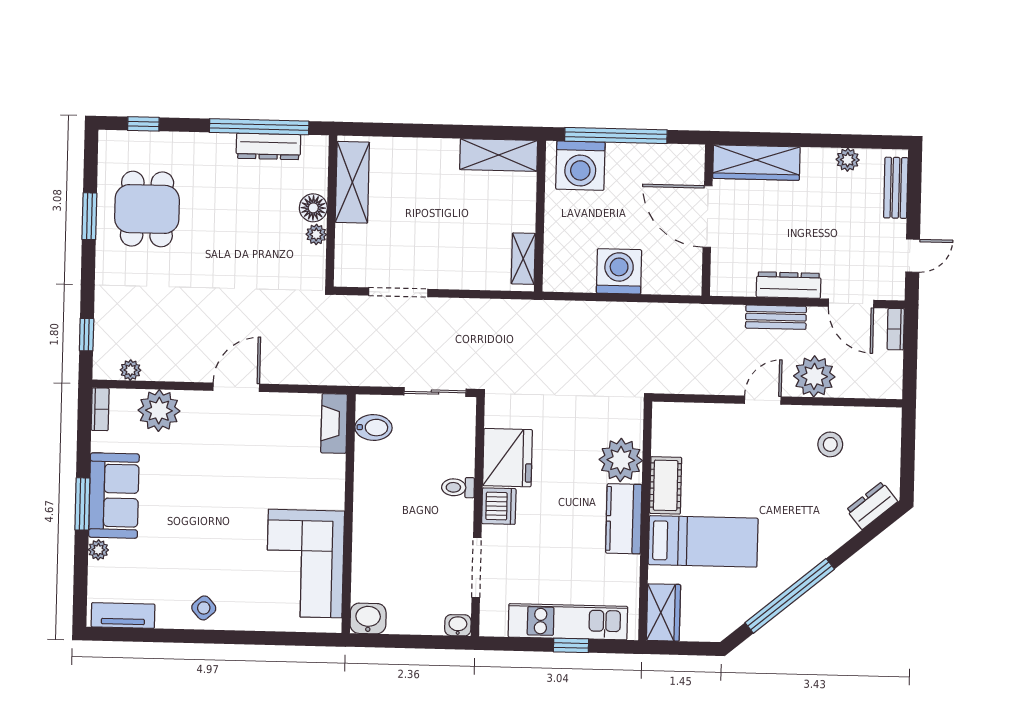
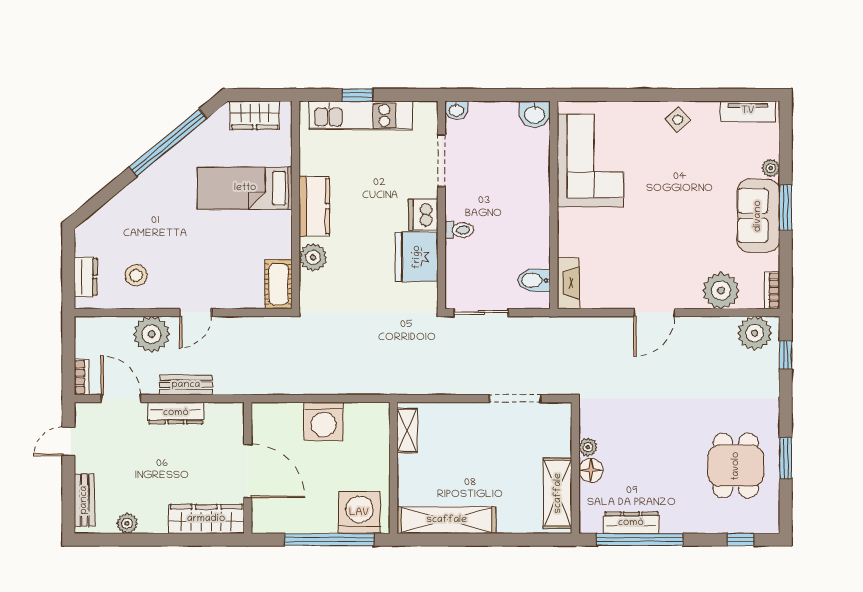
shelving: (499, 155) -> (447, 520), width x1.47
plant: (130, 370) -> (755, 333), width x1.88, depth x1.88
plant: (621, 460) -> (313, 257), width x0.73, depth x0.73
cot: (666, 485) -> (278, 284), moved
dresser: (872, 506) -> (86, 277), moved, turned -50
wardrobe: (663, 612) -> (255, 115), moved, turned -90

